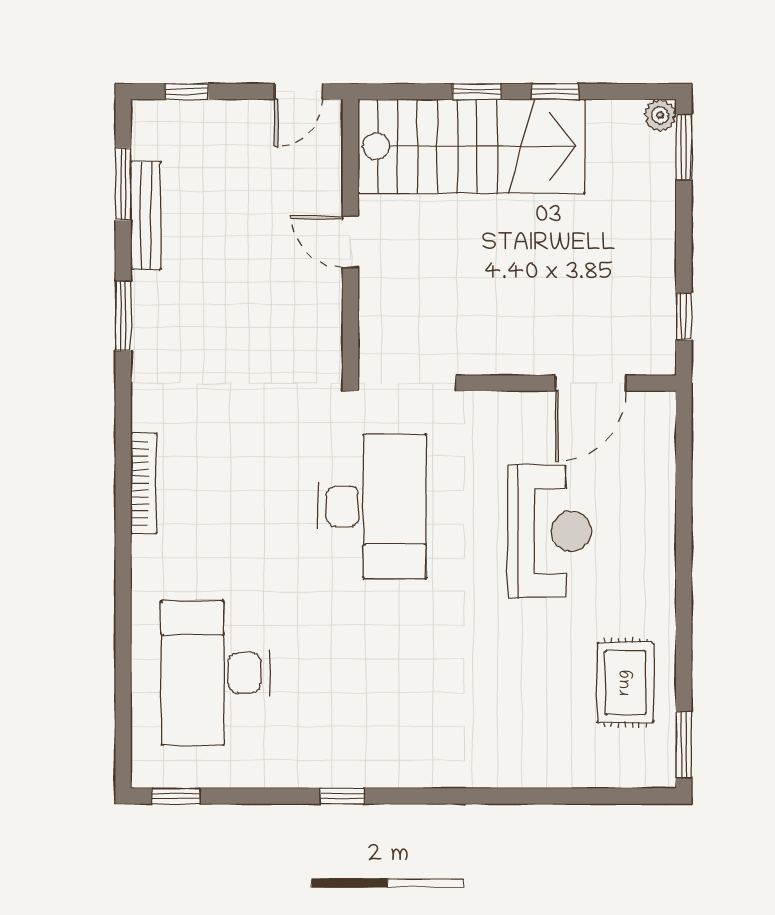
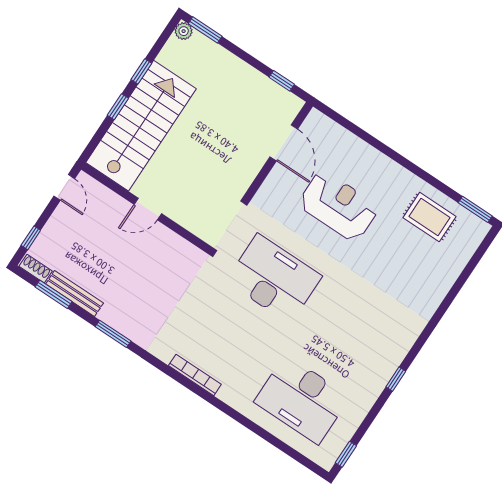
shoe rack: (144, 130) -> (36, 269), added

